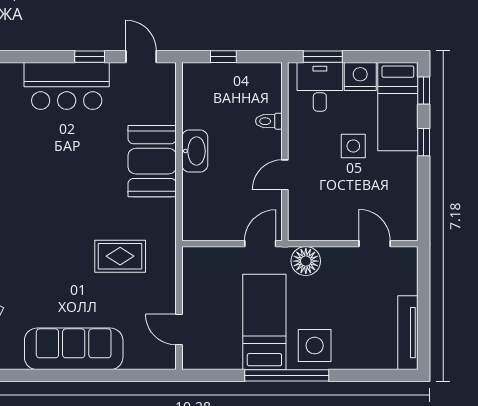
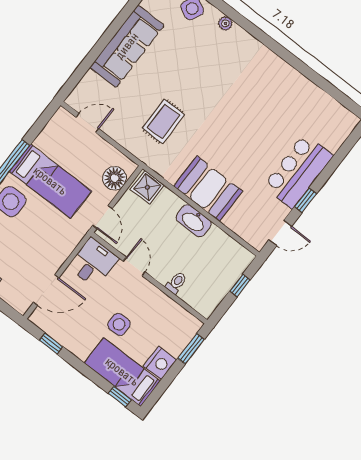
desk: (320, 87) -> (93, 263), moved, turned -90
window: (424, 142) -> (51, 343), moved
shower: (197, 222) -> (147, 187), added
door: (375, 244) -> (46, 290), width x1.38
floor lamp: (306, 261) -> (115, 178), moved

